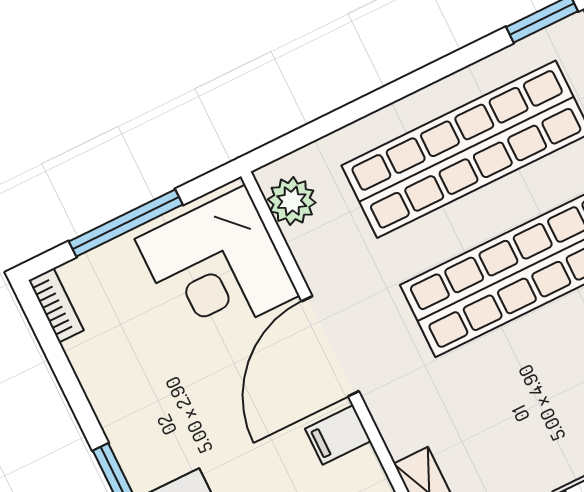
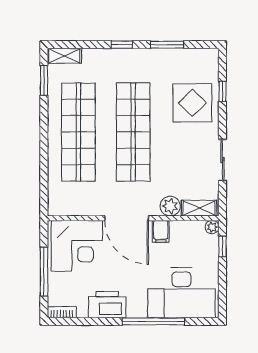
plant: (292, 201) -> (170, 206), moved
printer: (121, 396) -> (107, 305), added

